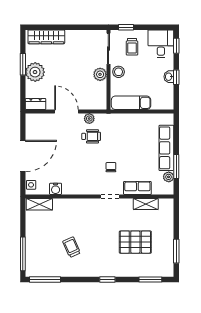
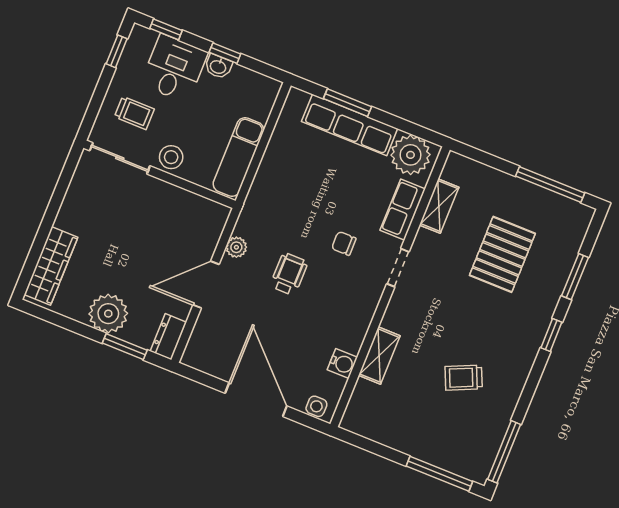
window: (126, 27) -> (117, 51), moved
desk: (161, 44) -> (174, 68), moved, turned 90
window: (23, 64) -> (125, 347), moved
plant: (100, 74) -> (162, 194), removed
wheelchair: (91, 136) -> (289, 274), moved
window: (176, 166) -> (348, 103), moved
plant: (169, 177) -> (411, 155), width x1.88, depth x1.88
shelving: (39, 204) -> (379, 356), moved
window: (176, 251) -> (550, 185), width x1.44
window: (150, 280) -> (575, 277), moved

